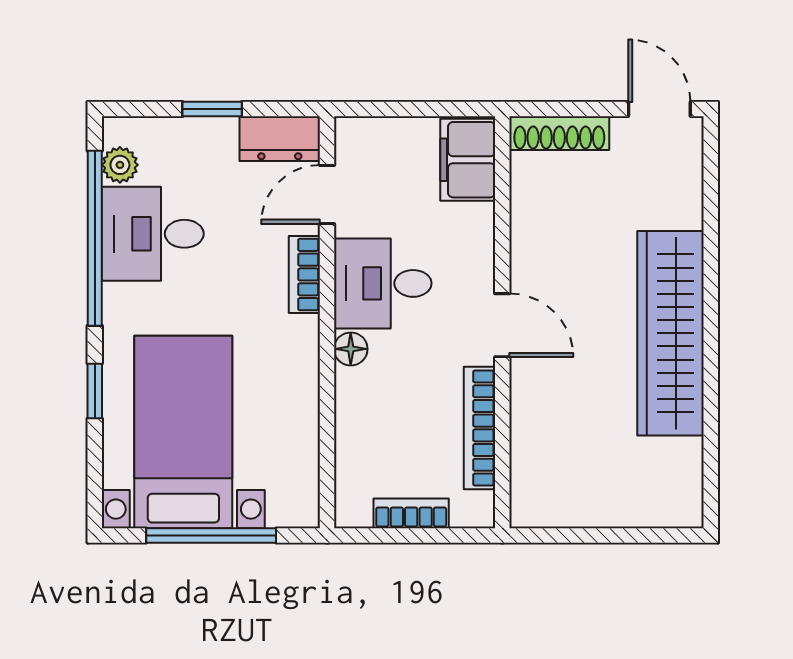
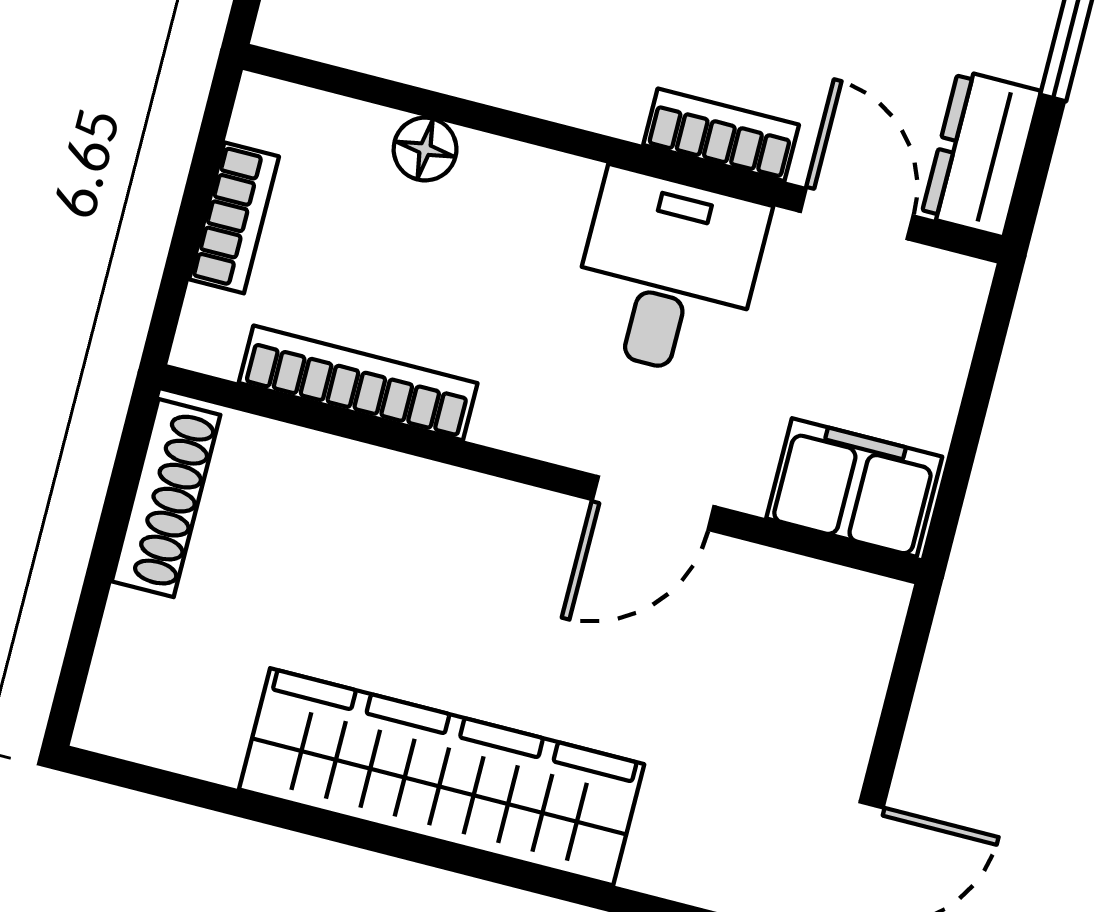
shoe rack: (559, 133) -> (166, 498), moved, turned 180
door: (502, 325) -> (653, 503), moved
floor lamp: (351, 349) -> (425, 149), moved

